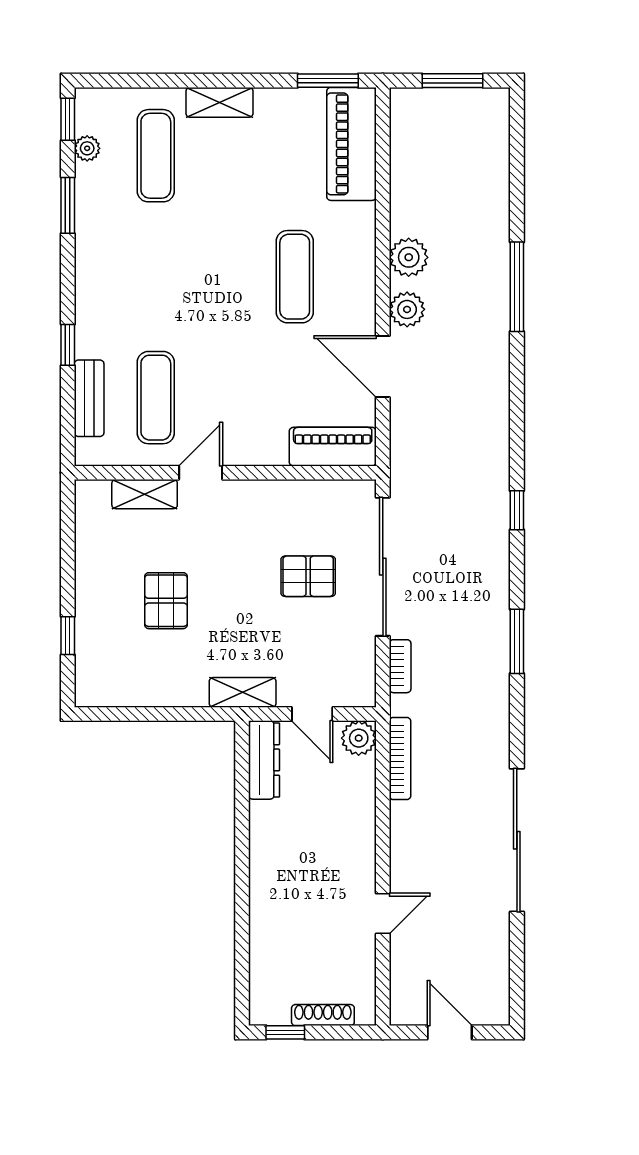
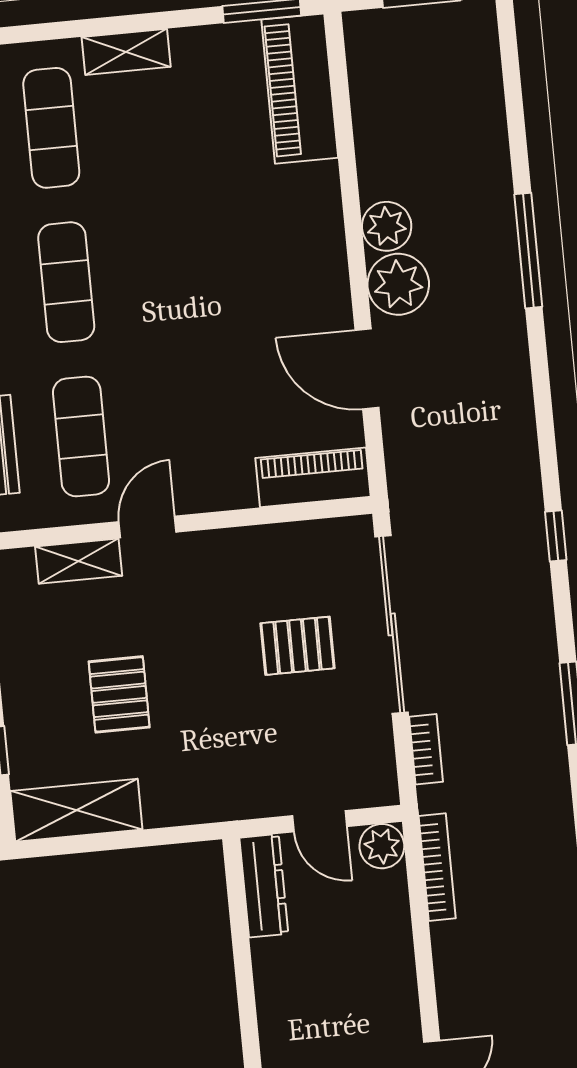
exercise mat: (295, 277) -> (66, 282), moved
plant: (407, 309) -> (398, 284), width x1.36, depth x1.36
shelving: (243, 692) -> (76, 810), moved, width x1.50, depth x1.33

